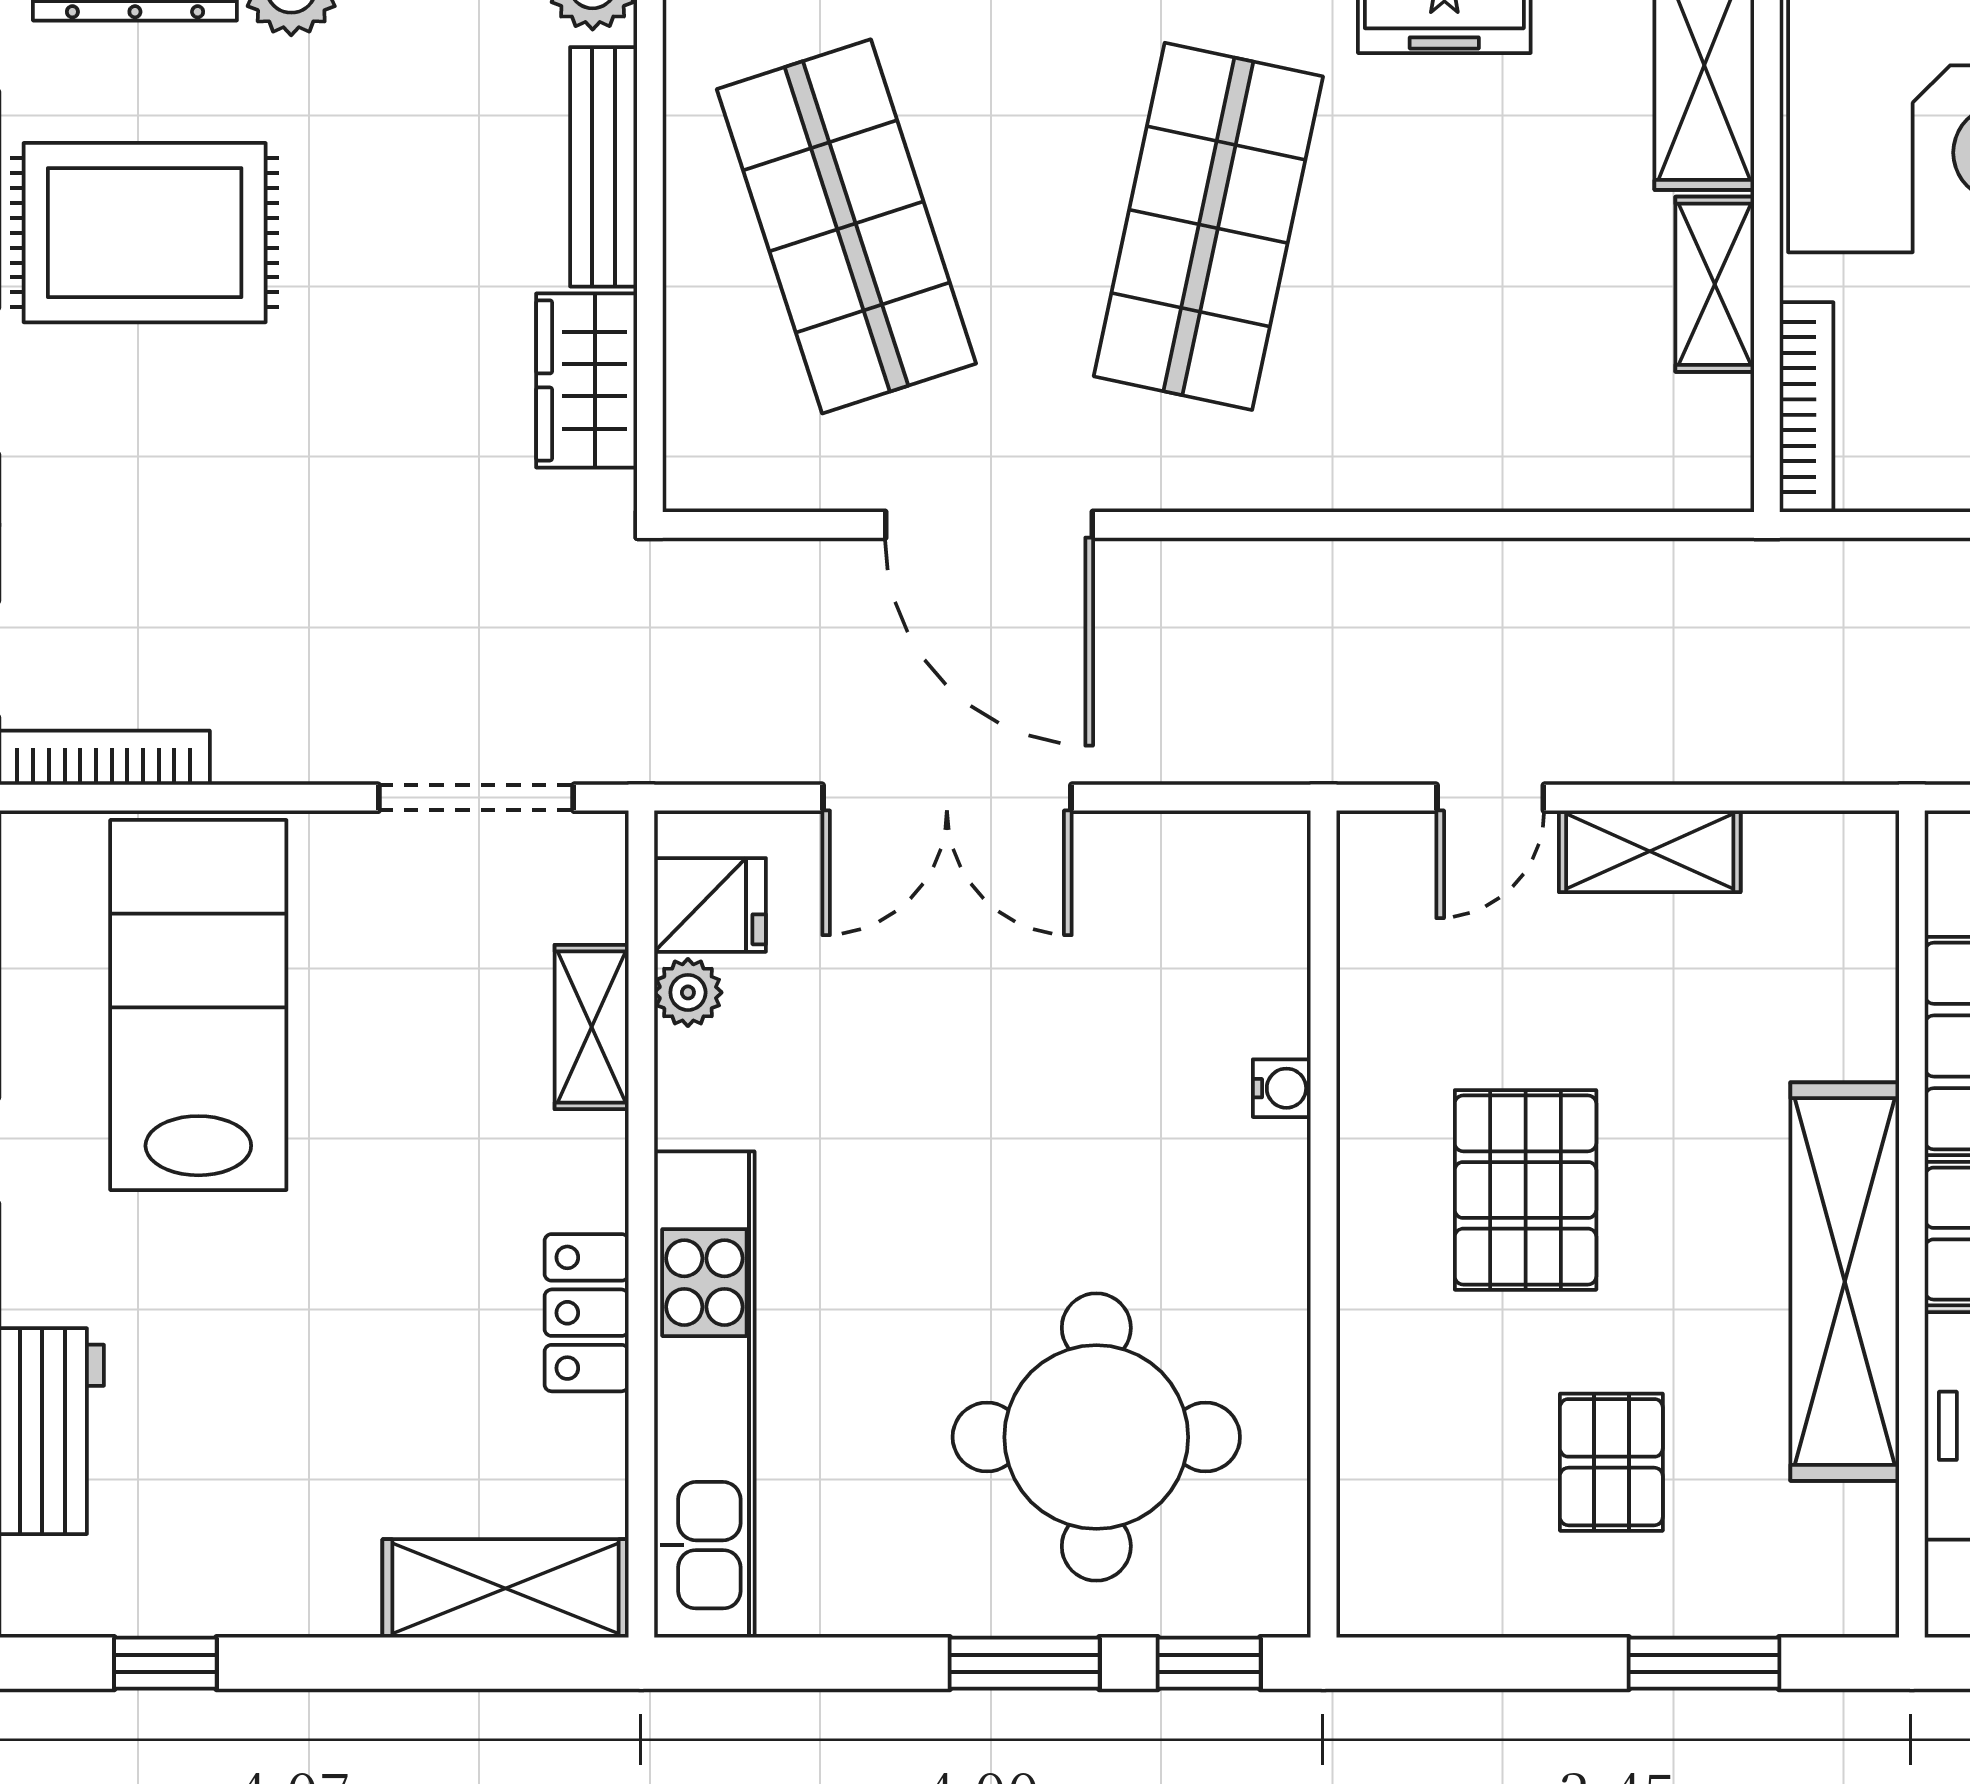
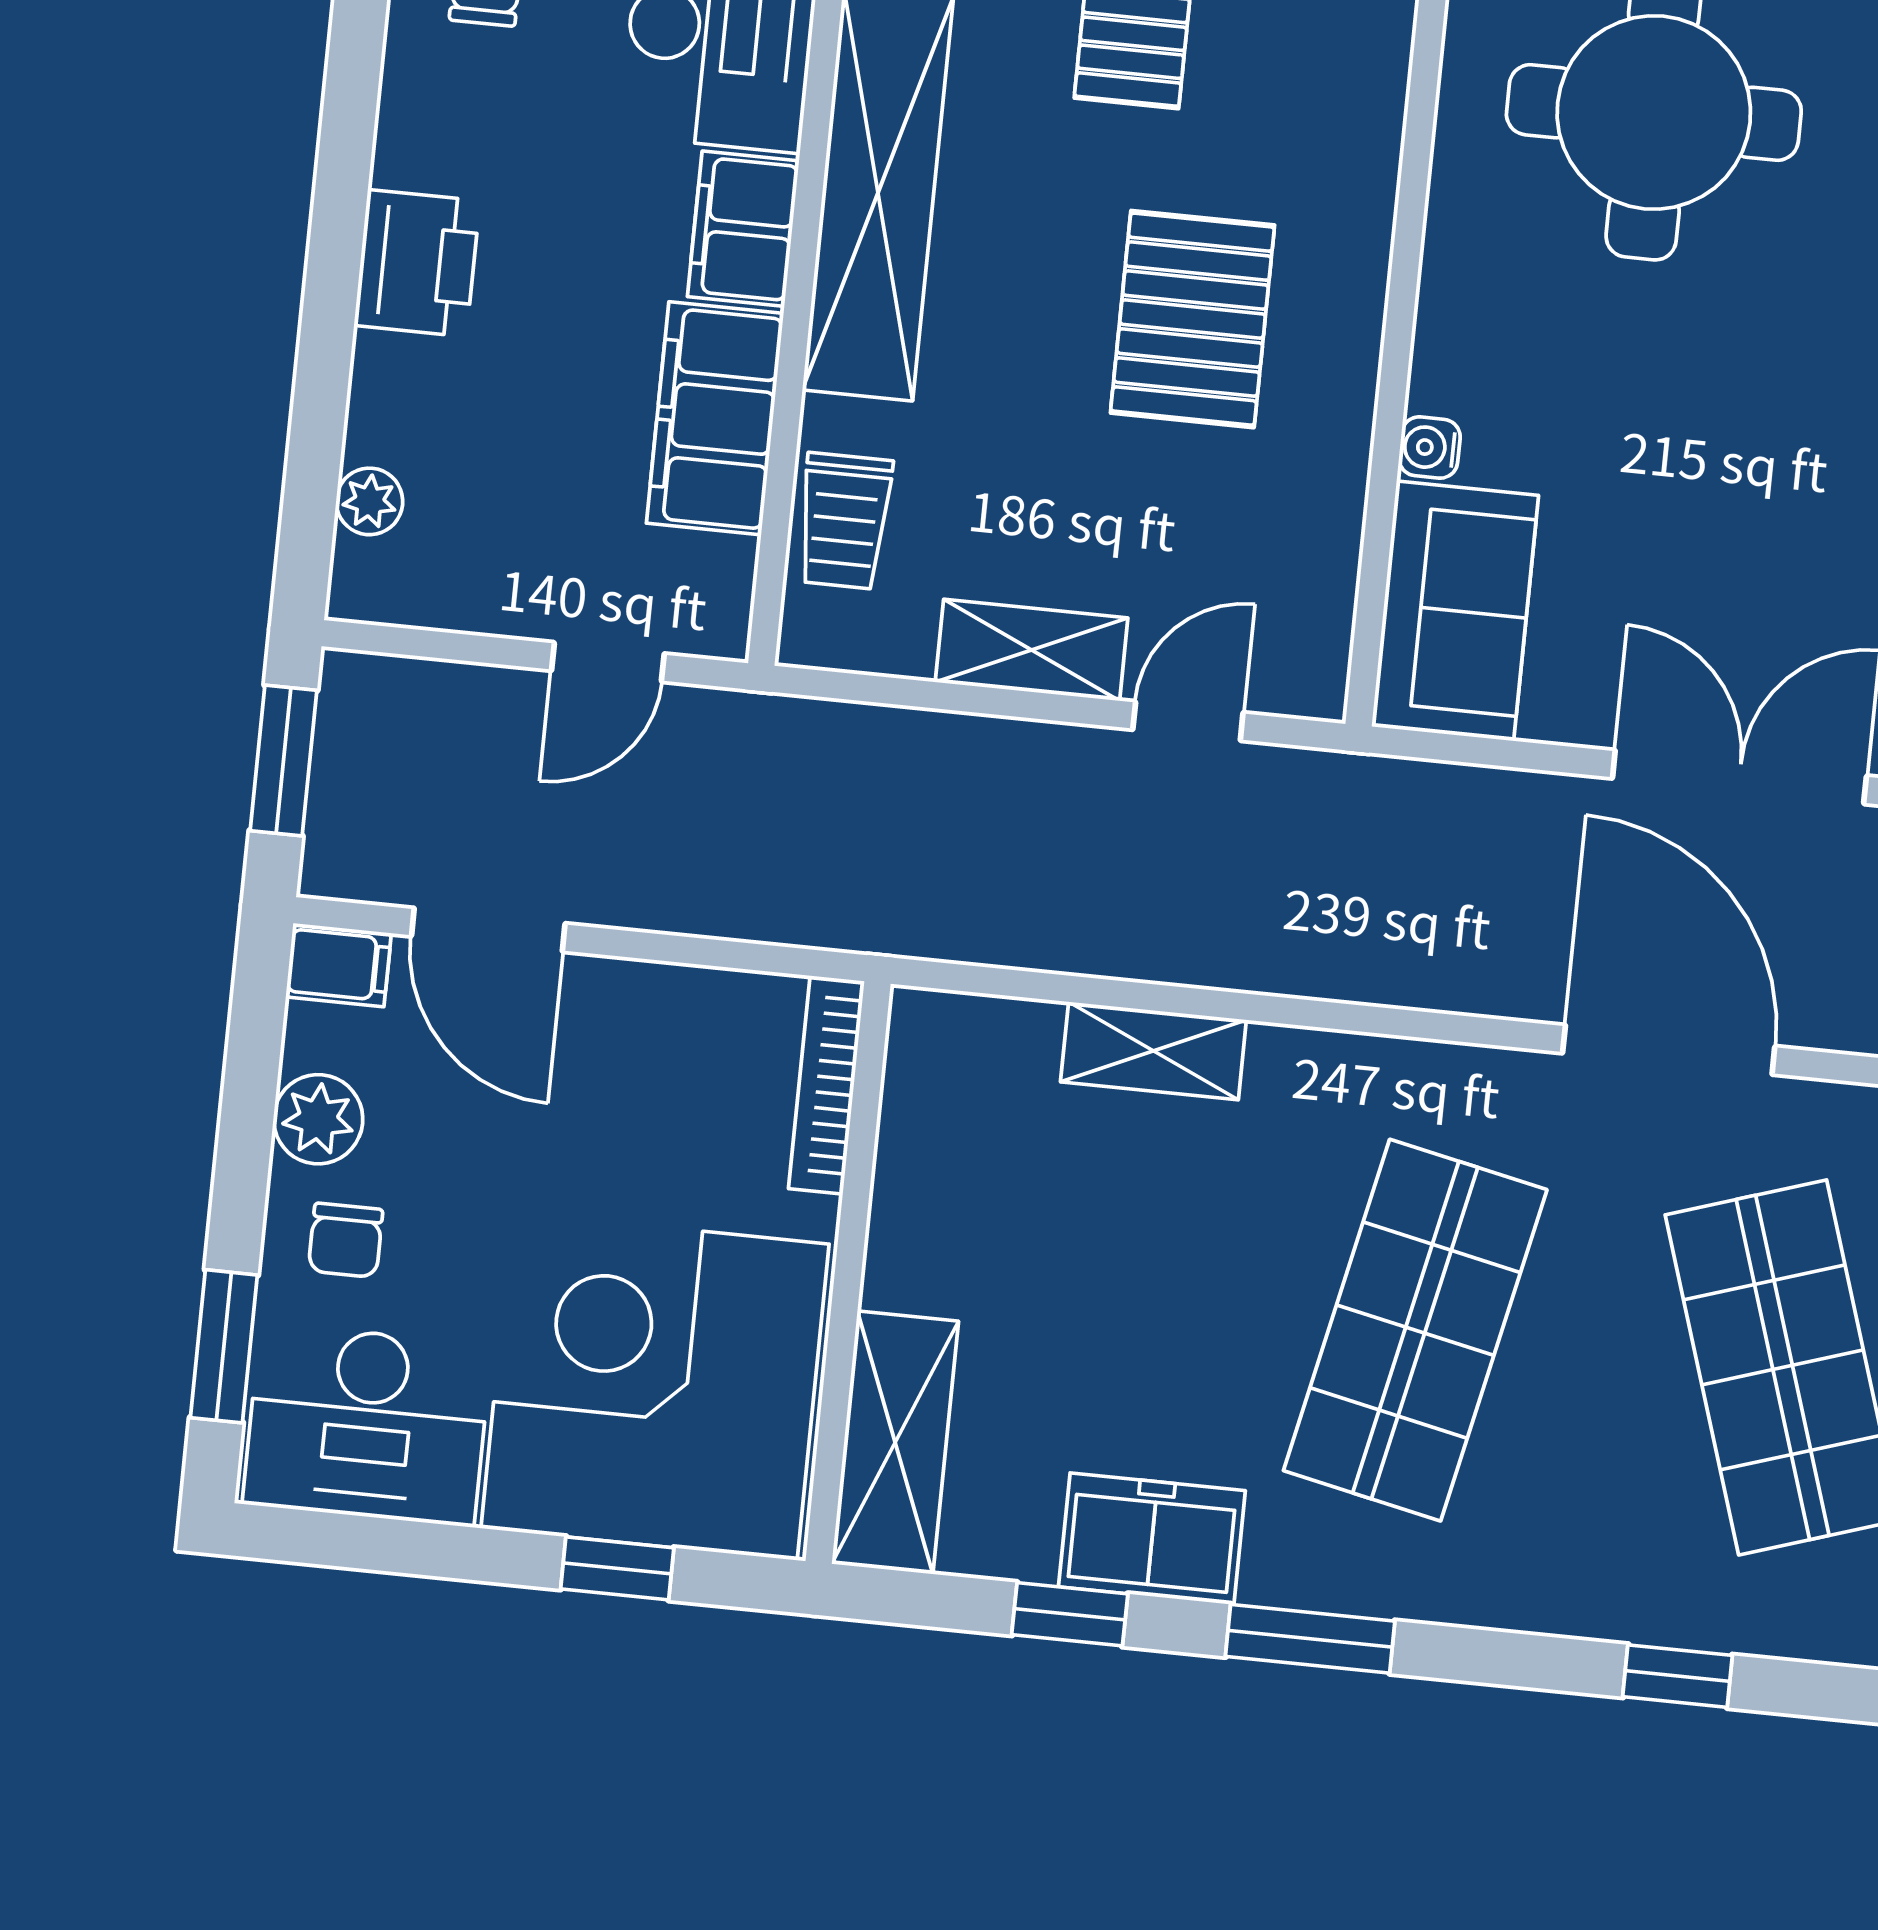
shelving: (1715, 284) -> (1153, 1051), moved, turned 90
sofa: (1241, 931) -> (1455, 611), added
trolley: (1845, 959) -> (844, 521), added

